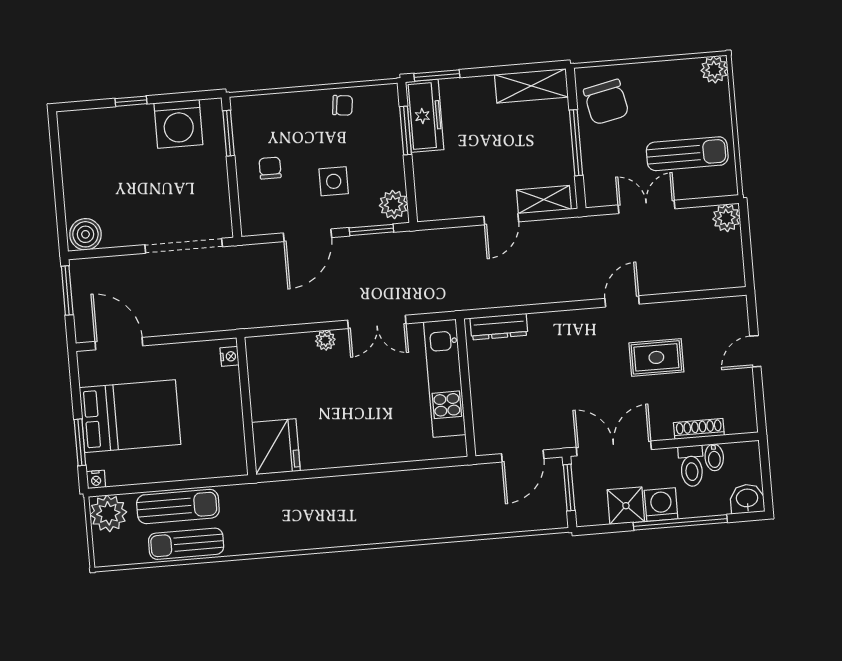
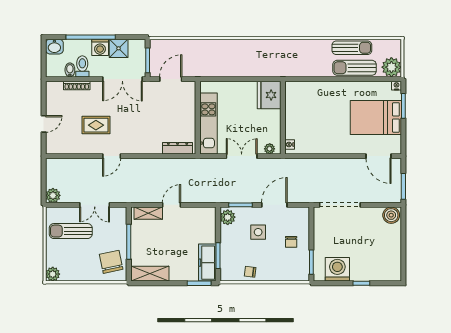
nightstand: (230, 356) -> (290, 144), moved
wall: (246, 406) -> (283, 118), moved
fridge: (276, 447) -> (269, 95), moved

